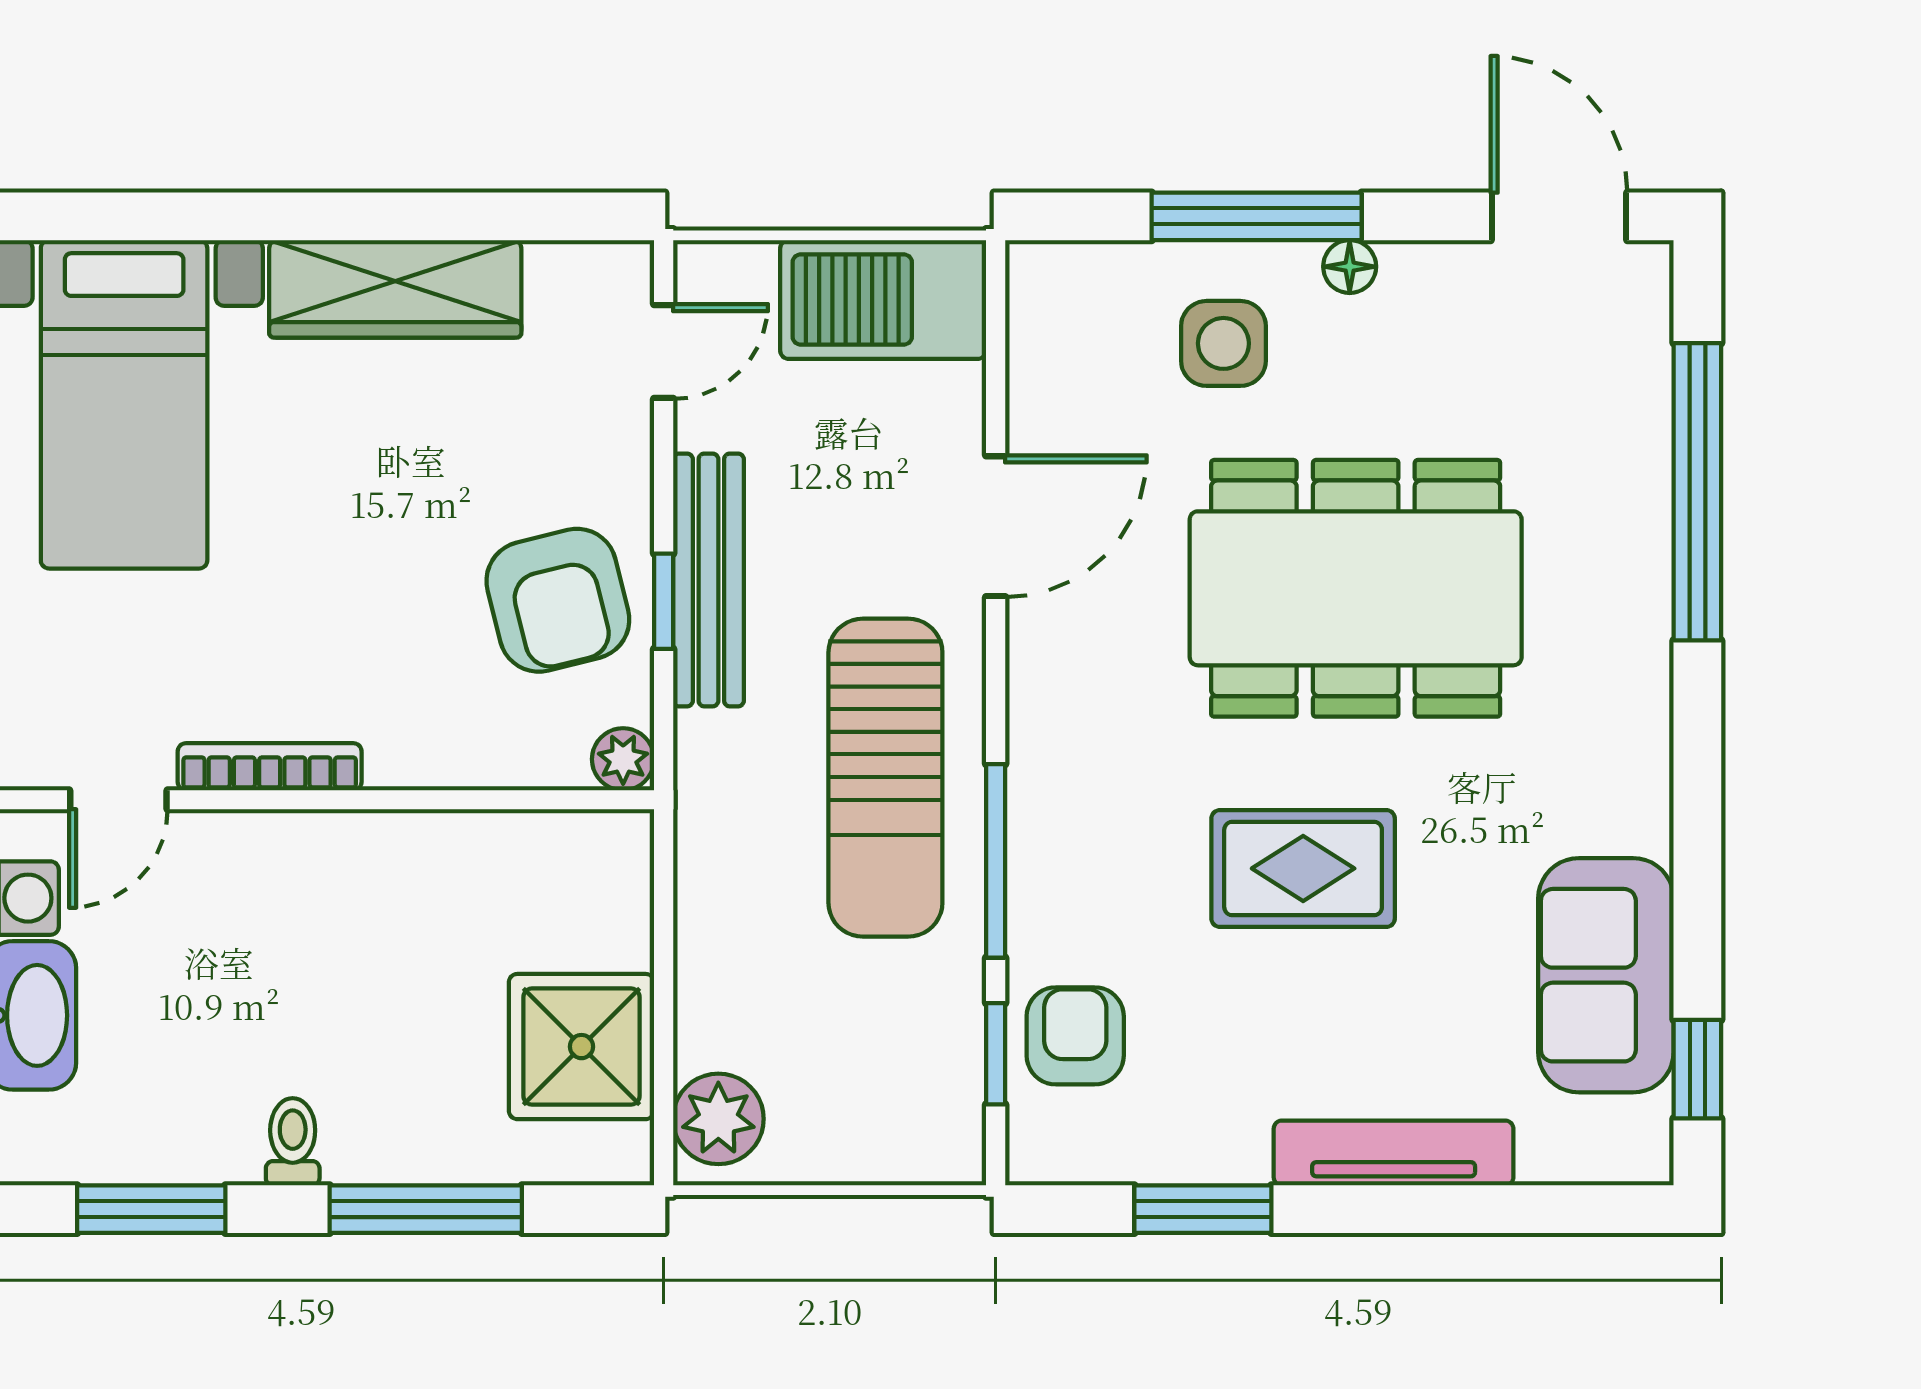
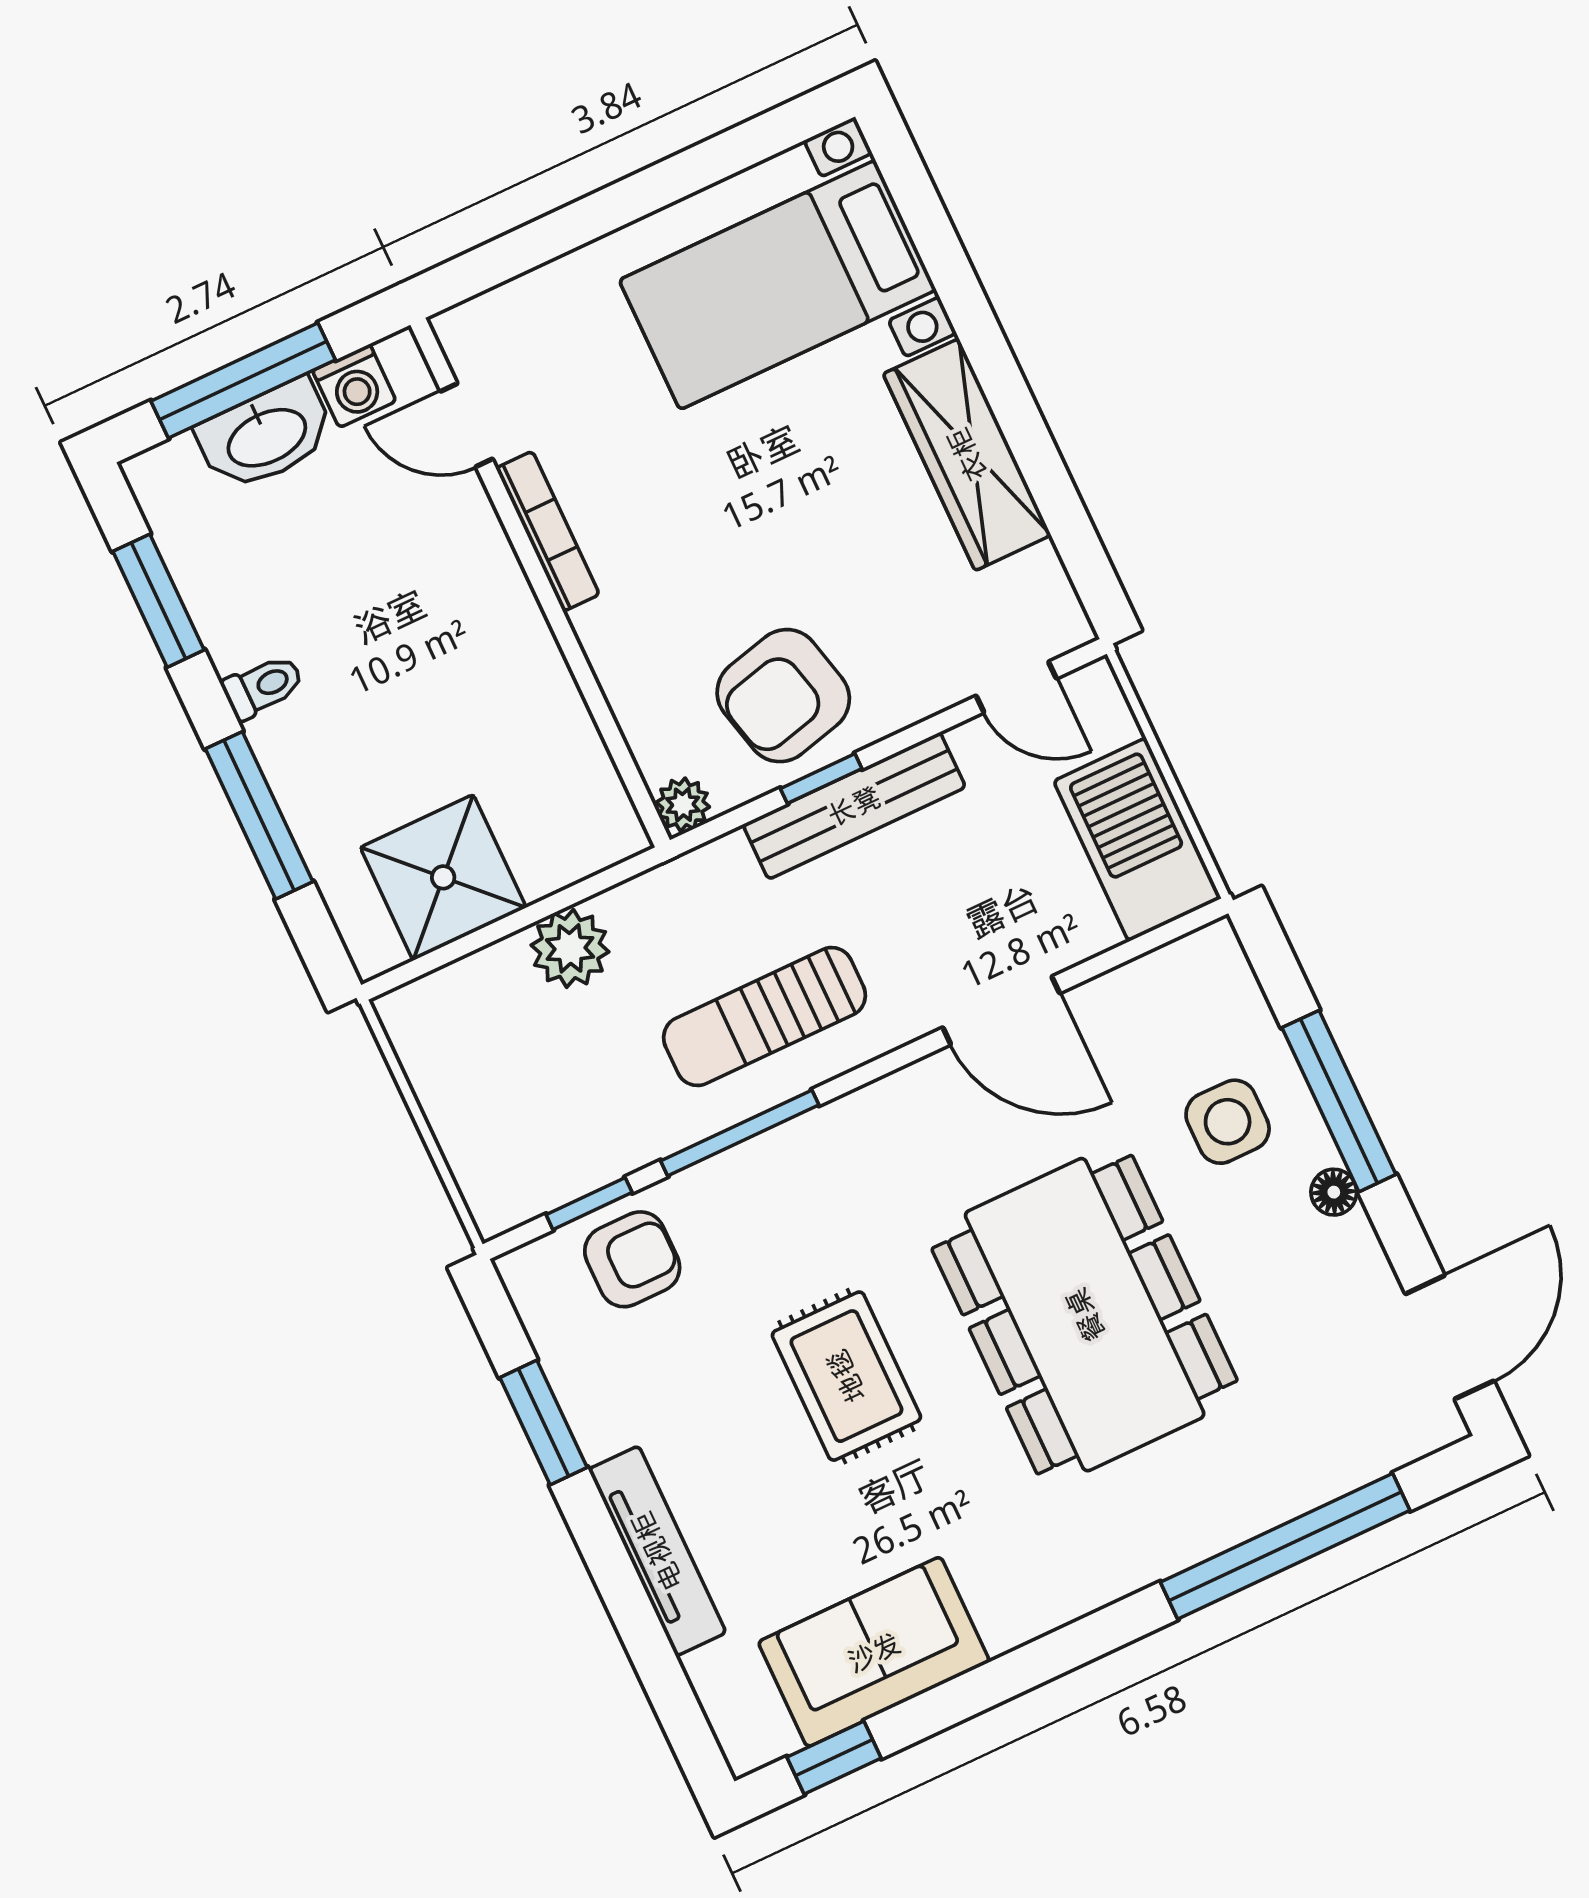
sun lounger: (885, 778) -> (765, 1016), width x0.73, depth x0.75
plant: (718, 1119) -> (570, 948), moved

